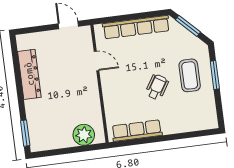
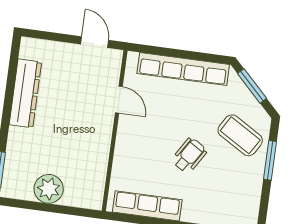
coffee table: (190, 75) -> (240, 135), moved, turned -59
plant: (84, 135) -> (49, 189), moved

